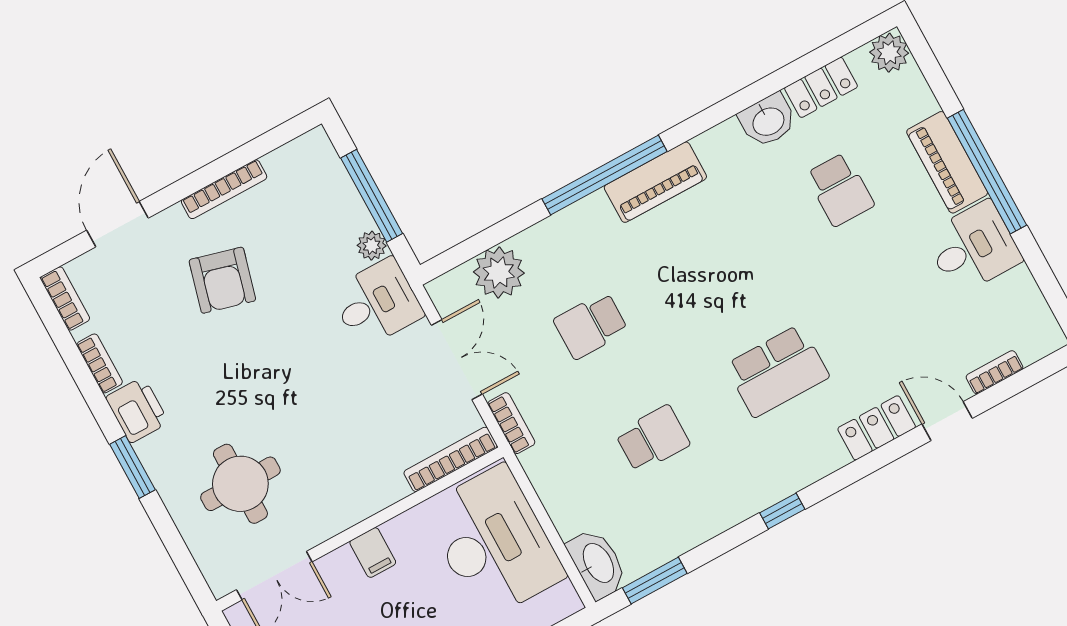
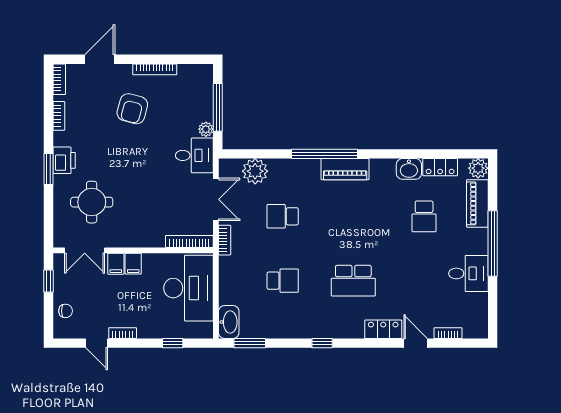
piano: (947, 162) -> (477, 203), moved
printer: (137, 410) -> (64, 160), moved
filing cabinet: (342, 569) -> (116, 264), added

